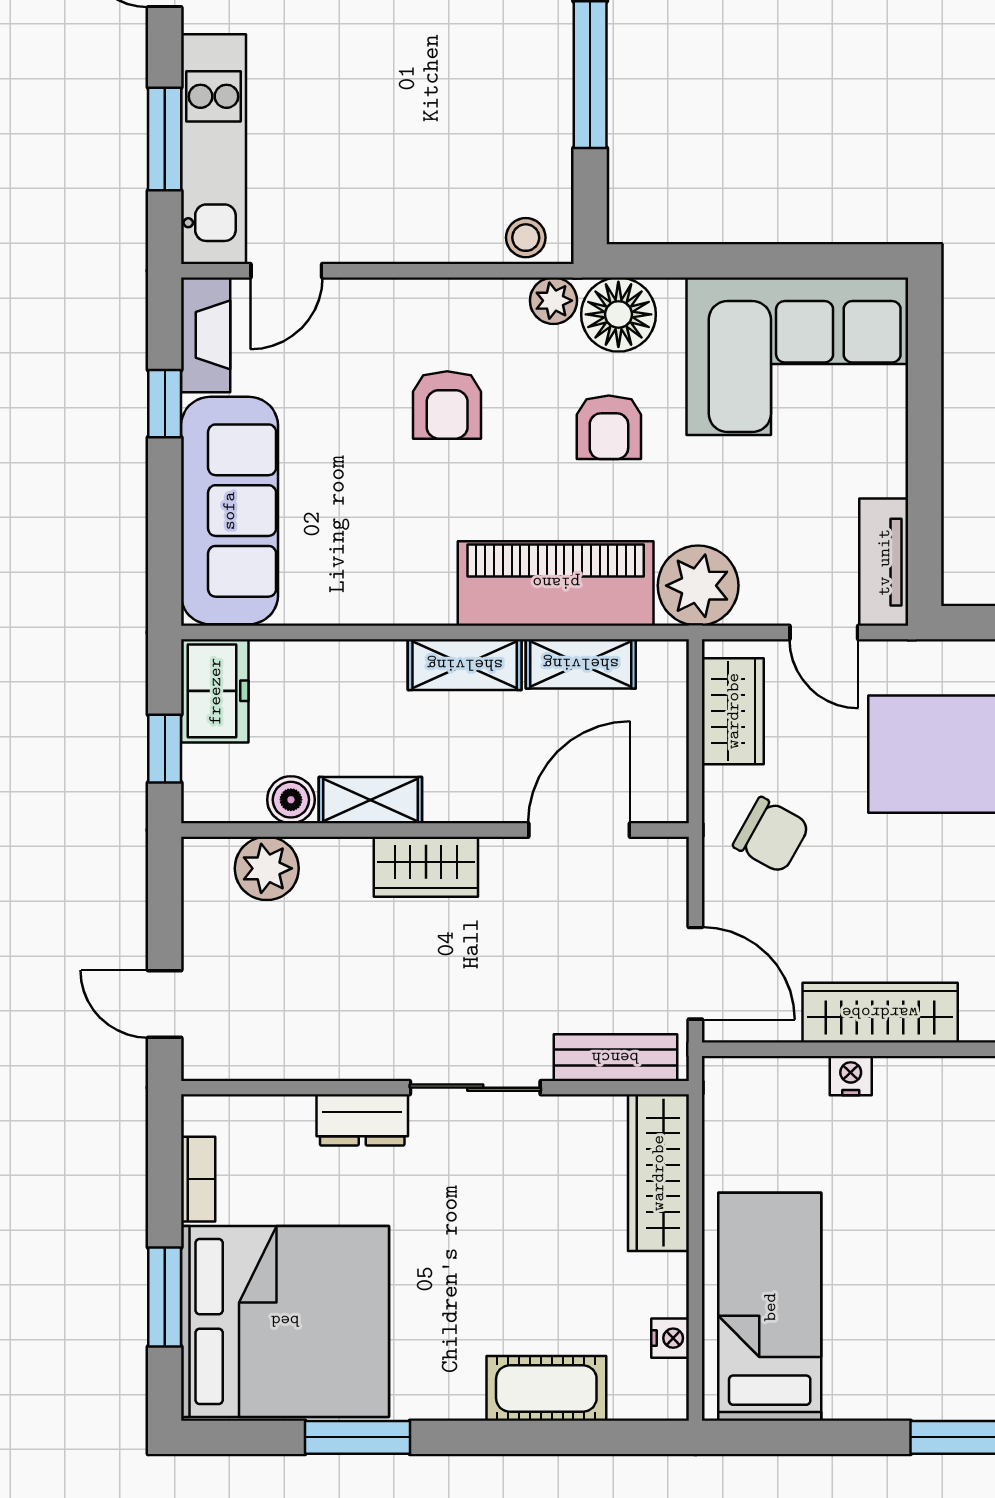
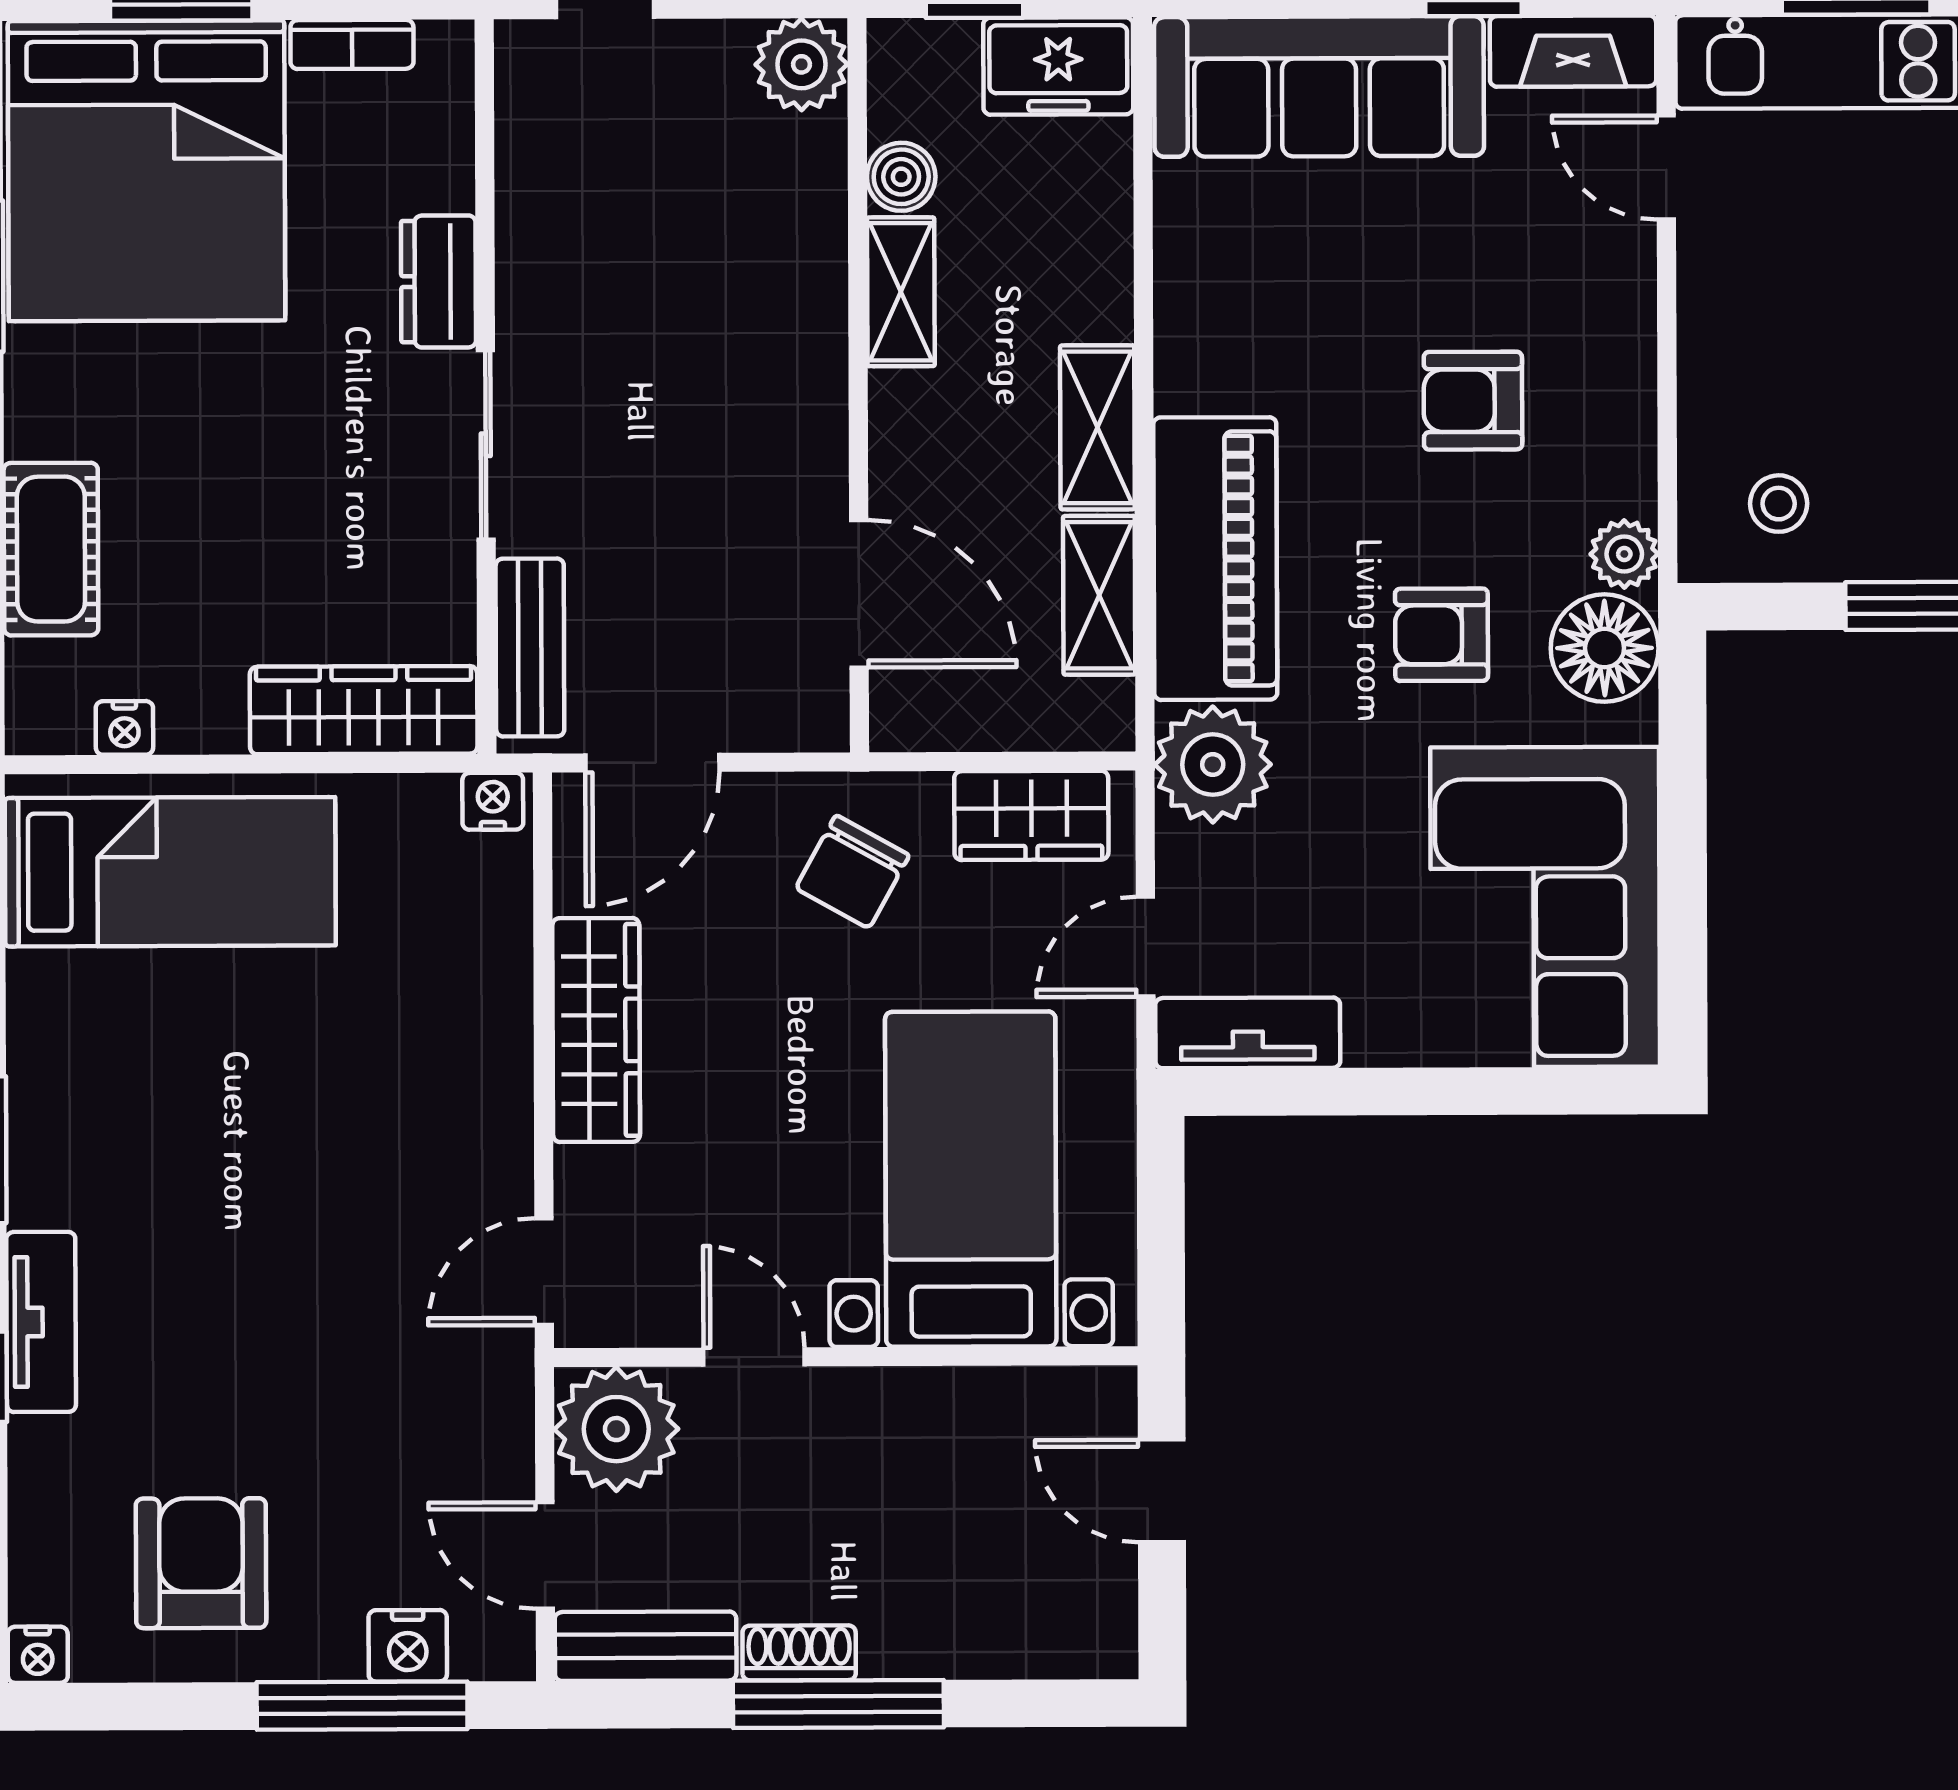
stool: (526, 238) -> (1779, 504), moved
wardrobe: (426, 867) -> (805, 372), removed
plant: (267, 868) -> (801, 64), moved
nightstand: (851, 1076) -> (493, 801), moved, turned -90

